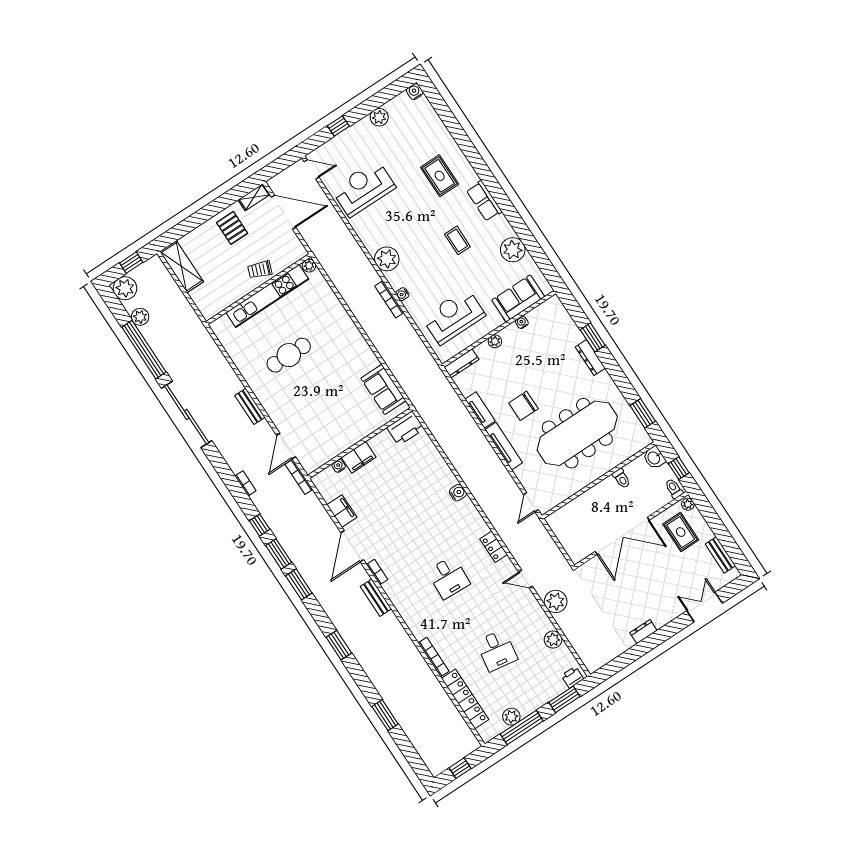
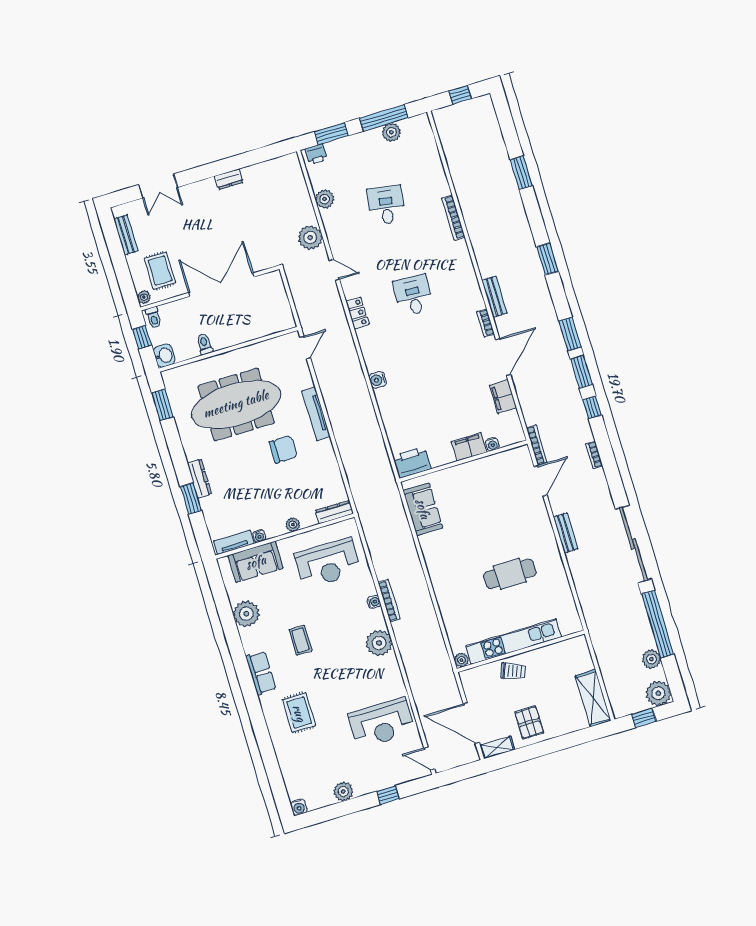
tv unit: (480, 410) -> (234, 542), moved, turned 90
locker: (465, 699) -> (434, 165), removed

